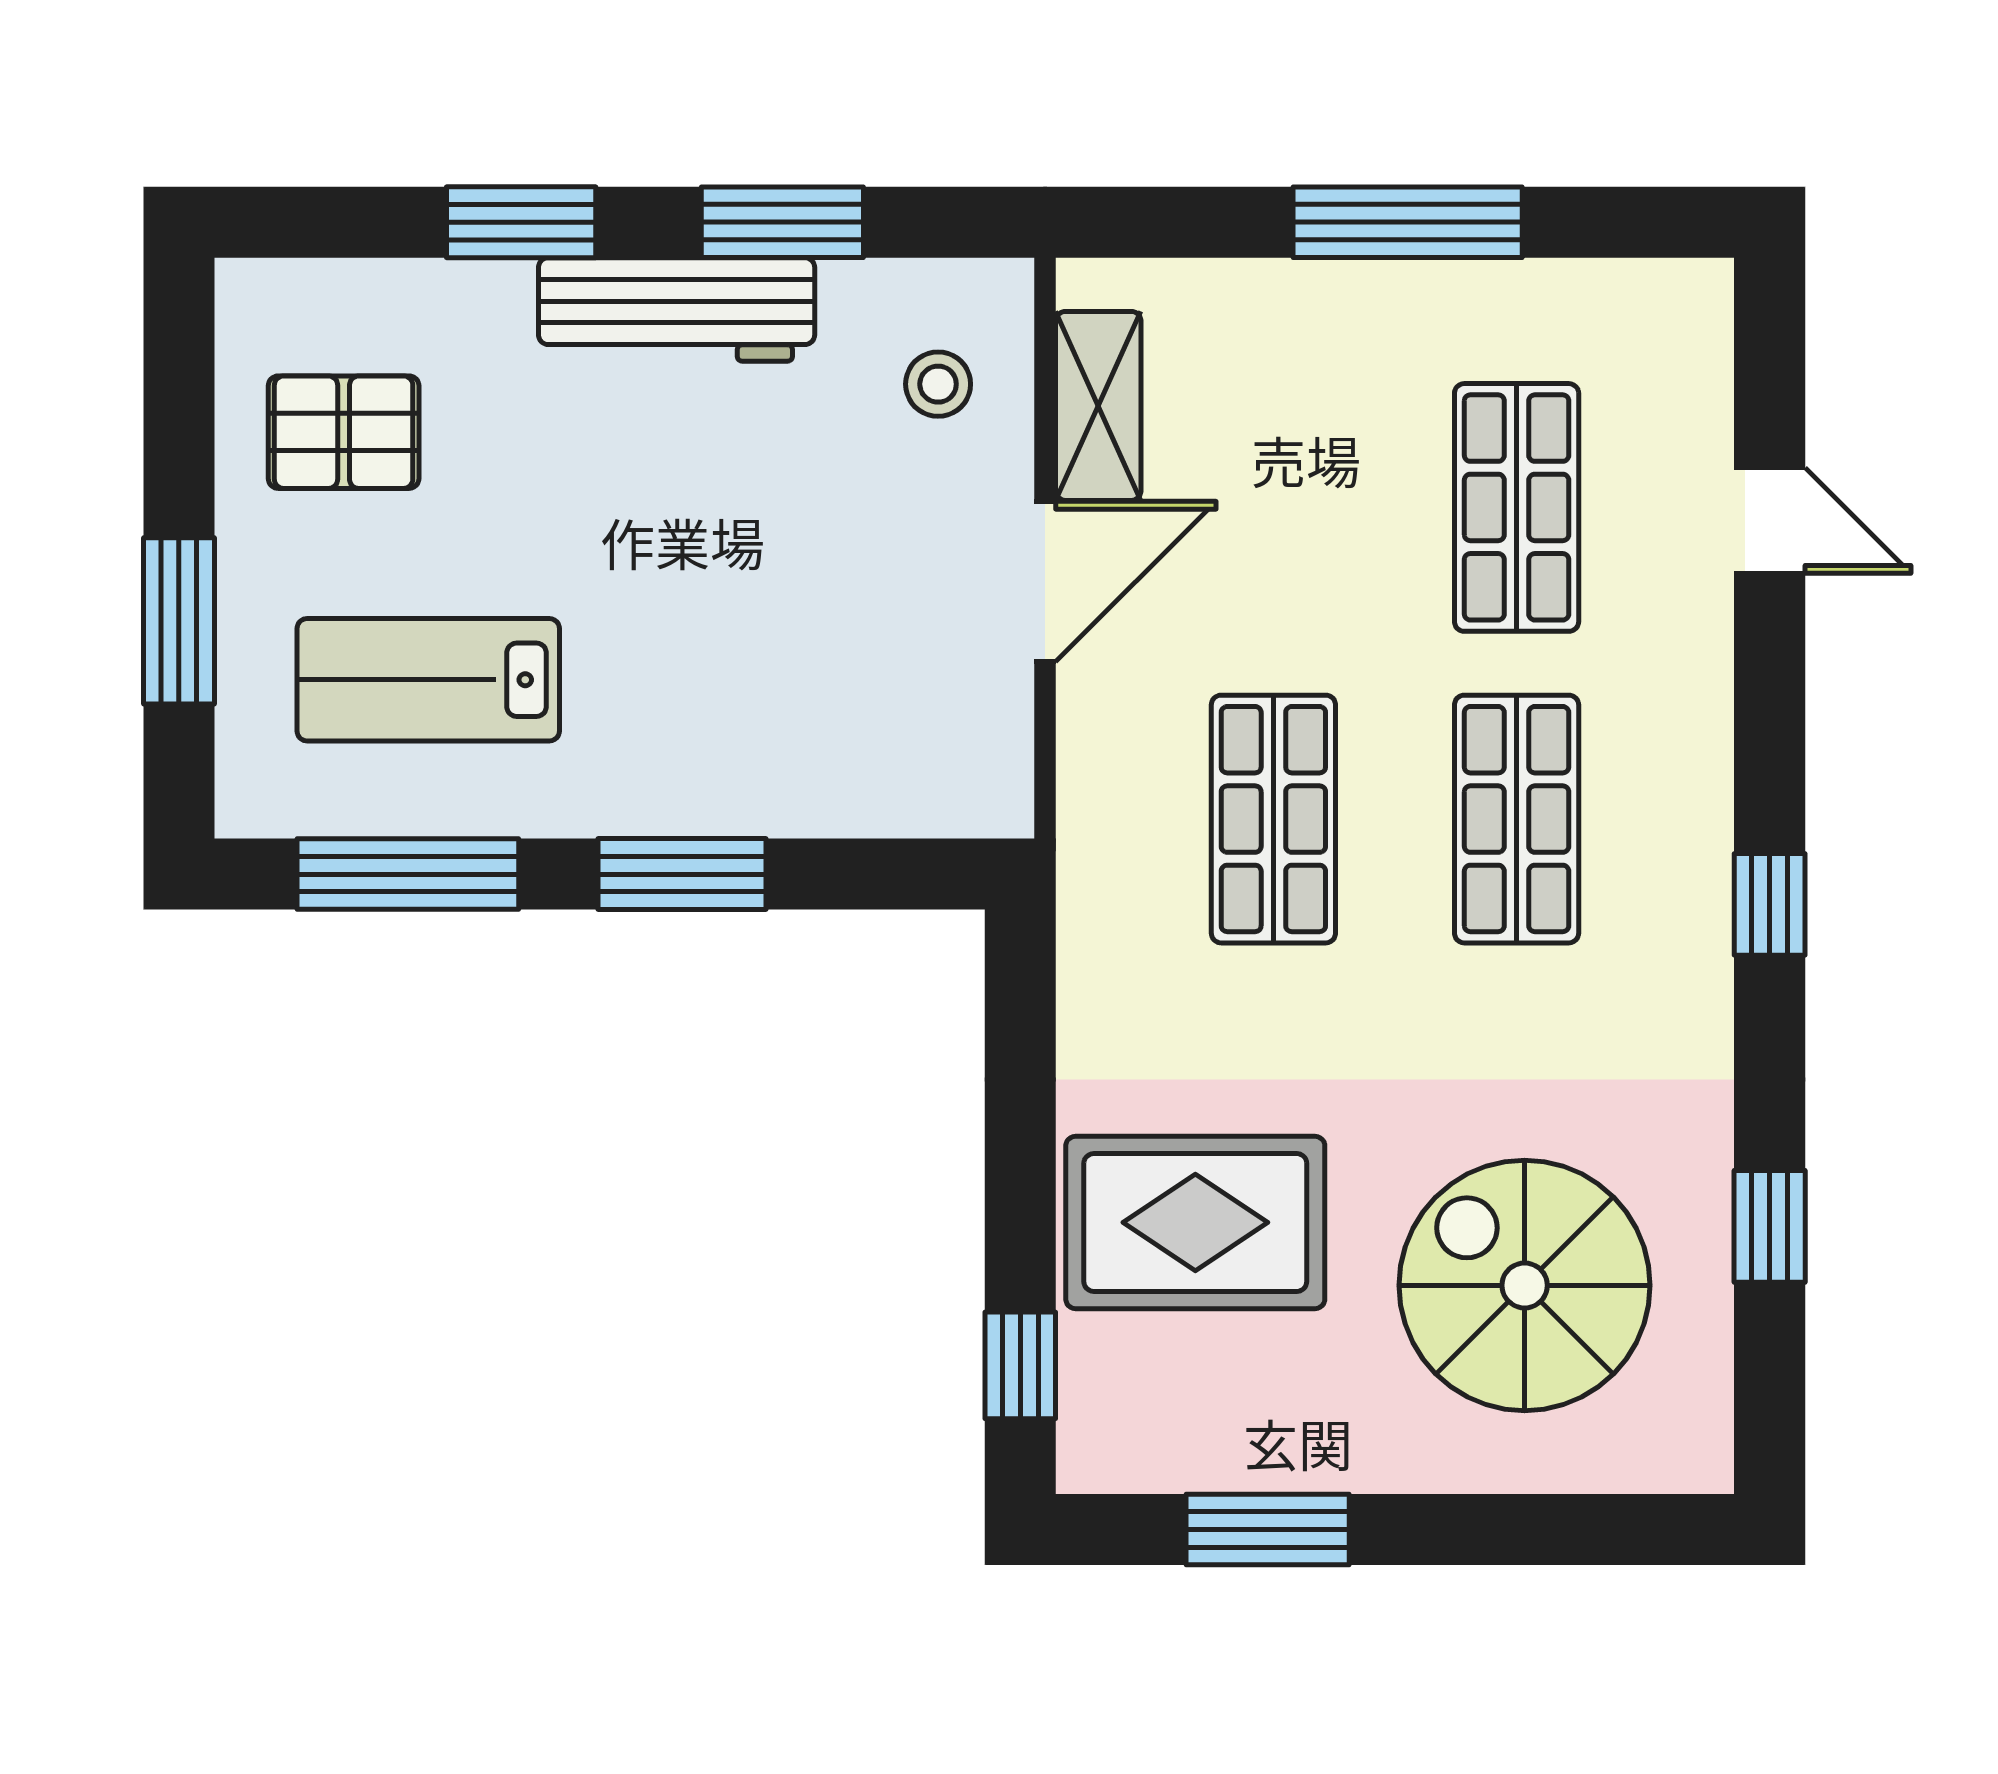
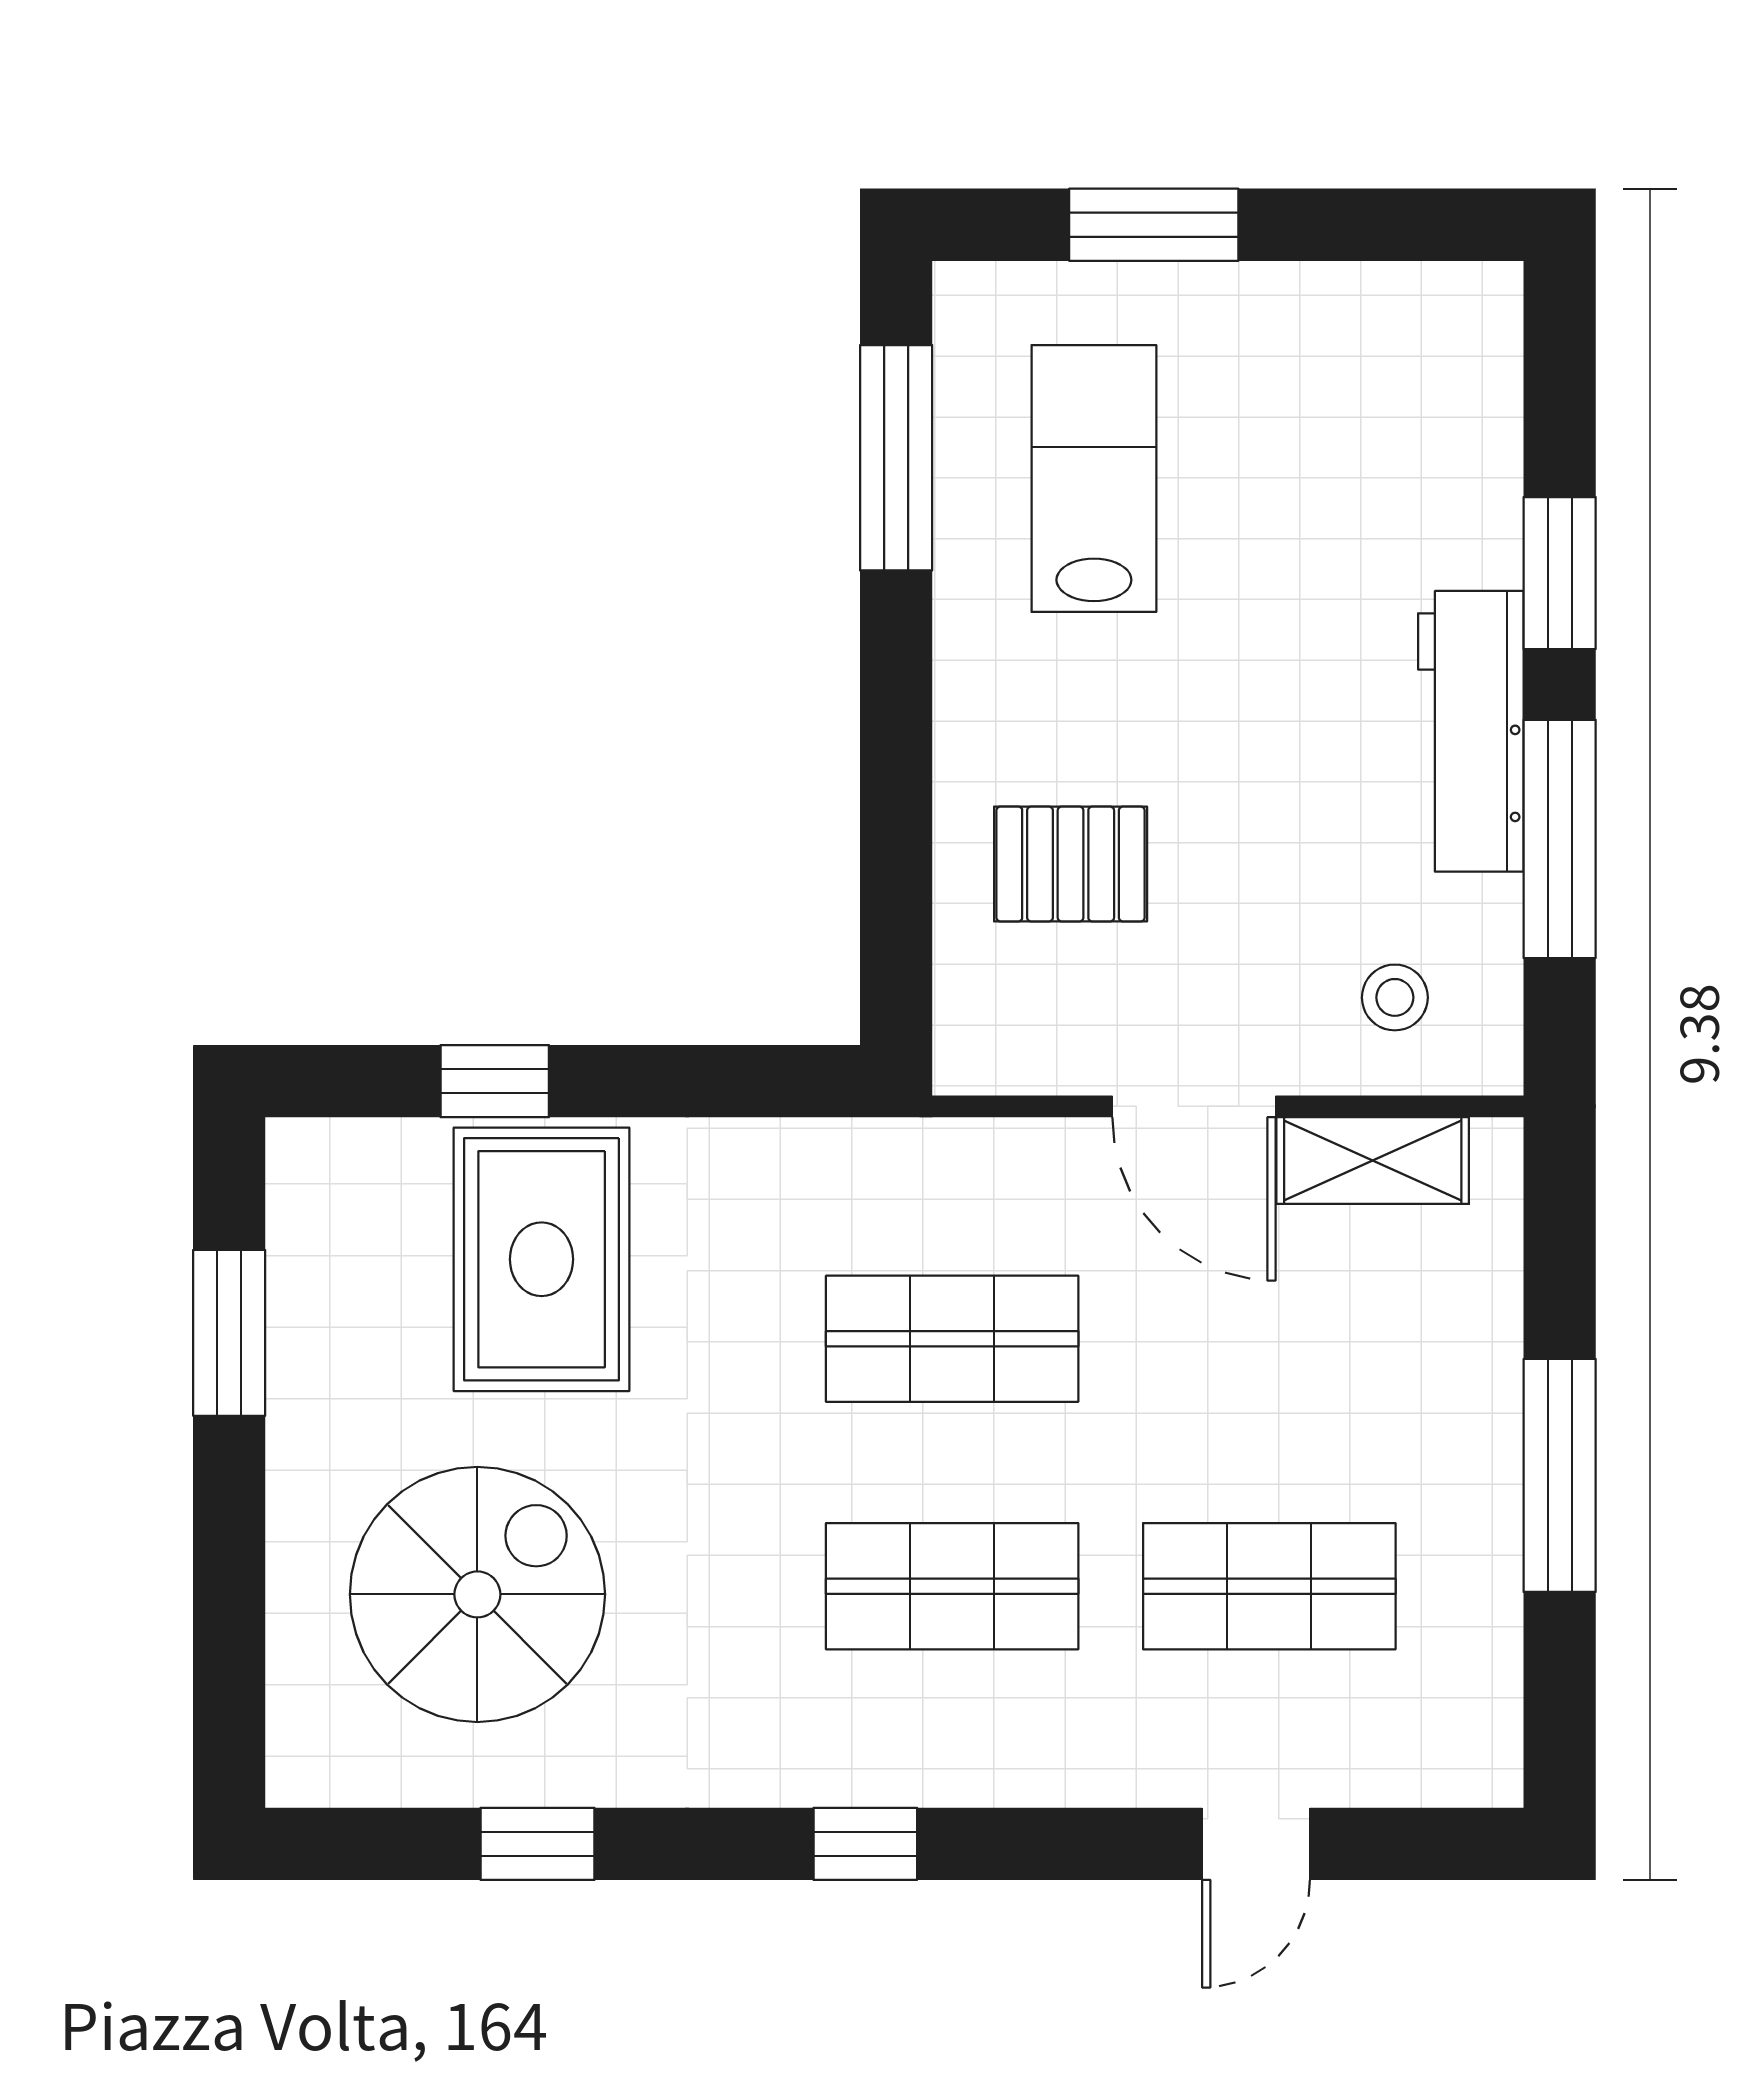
window: (782, 222) -> (1560, 839), width x1.44
pallet: (344, 432) -> (1071, 864), moved, turned 90
window: (682, 874) -> (896, 737), removed
window: (1020, 1365) -> (495, 1081), moved

